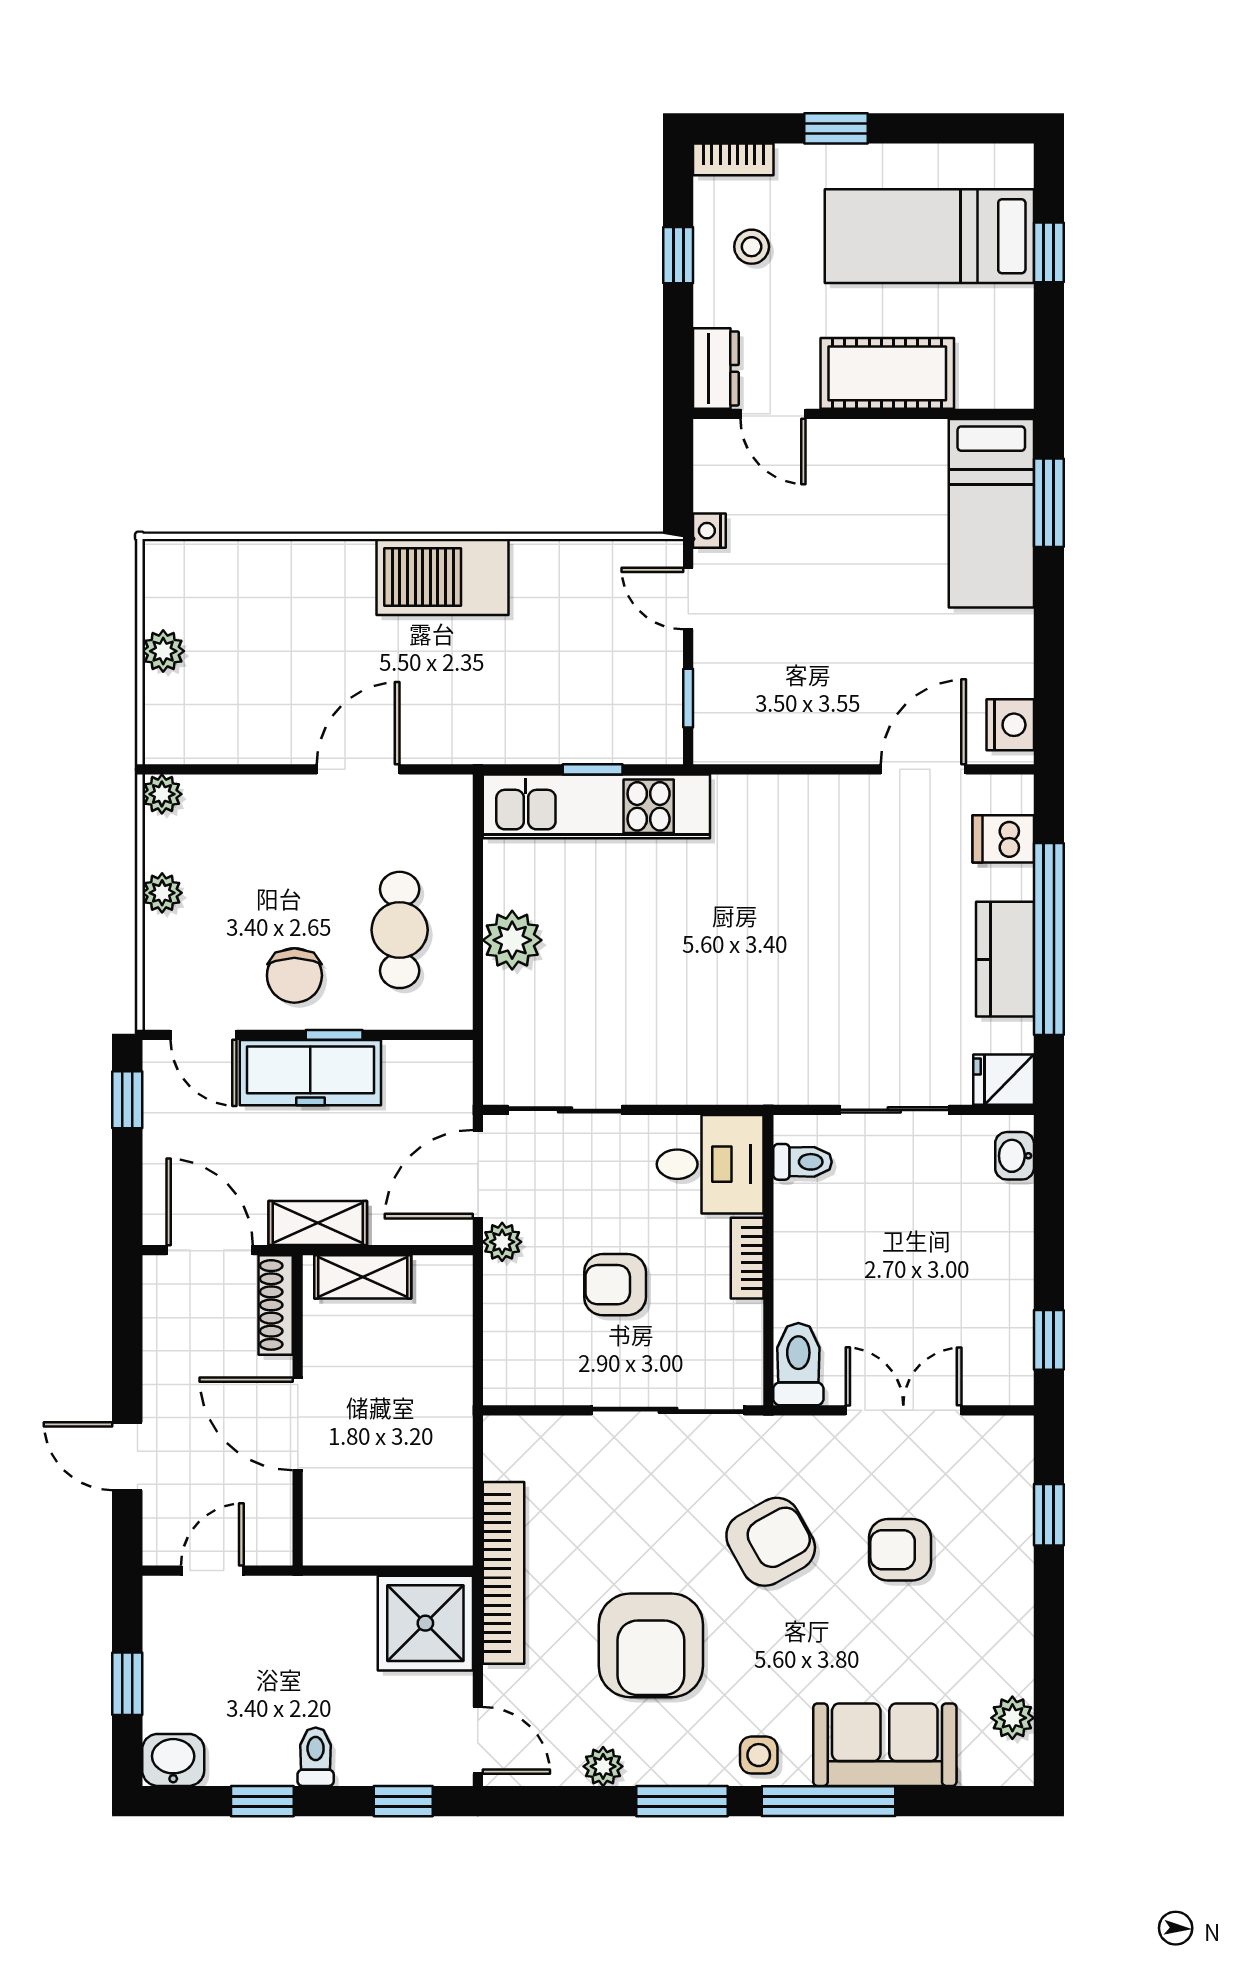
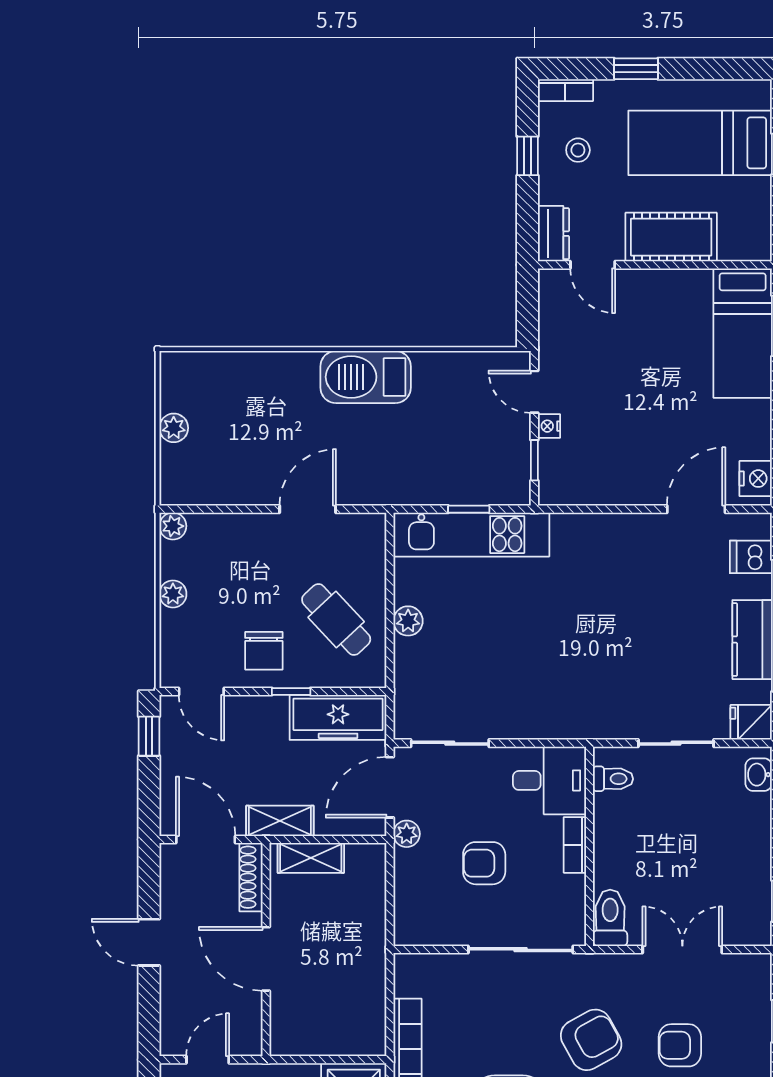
nightstand: (709, 531) -> (549, 426), moved
cafe table: (400, 930) -> (336, 619), turned -43
plant: (512, 940) -> (408, 621), width x0.73, depth x0.73
freezer: (310, 1073) -> (338, 717), moved
door: (127, 1456) -> (149, 942), moved

